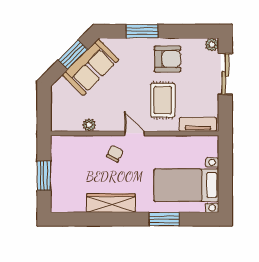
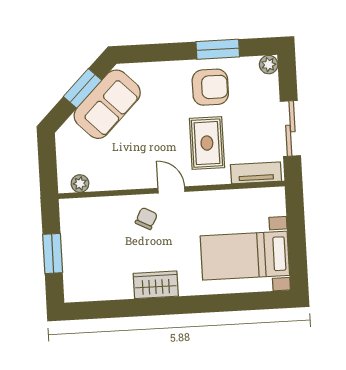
window: (142, 31) -> (218, 49), moved
sliding door: (225, 74) -> (290, 128), moved
plant: (89, 125) -> (80, 184), moved
wardrobe: (111, 203) -> (156, 285), width x0.67
window: (164, 219) -> (218, 303), removed

